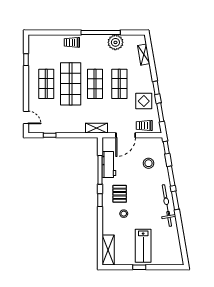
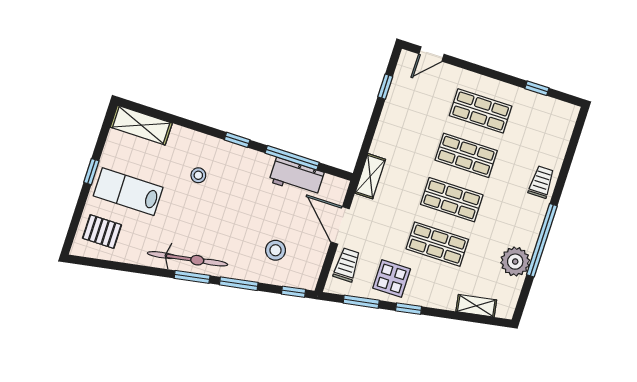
shop shelf: (71, 84) -> (466, 155), width x0.70, depth x0.74
pallet: (120, 194) -> (102, 232), moved

